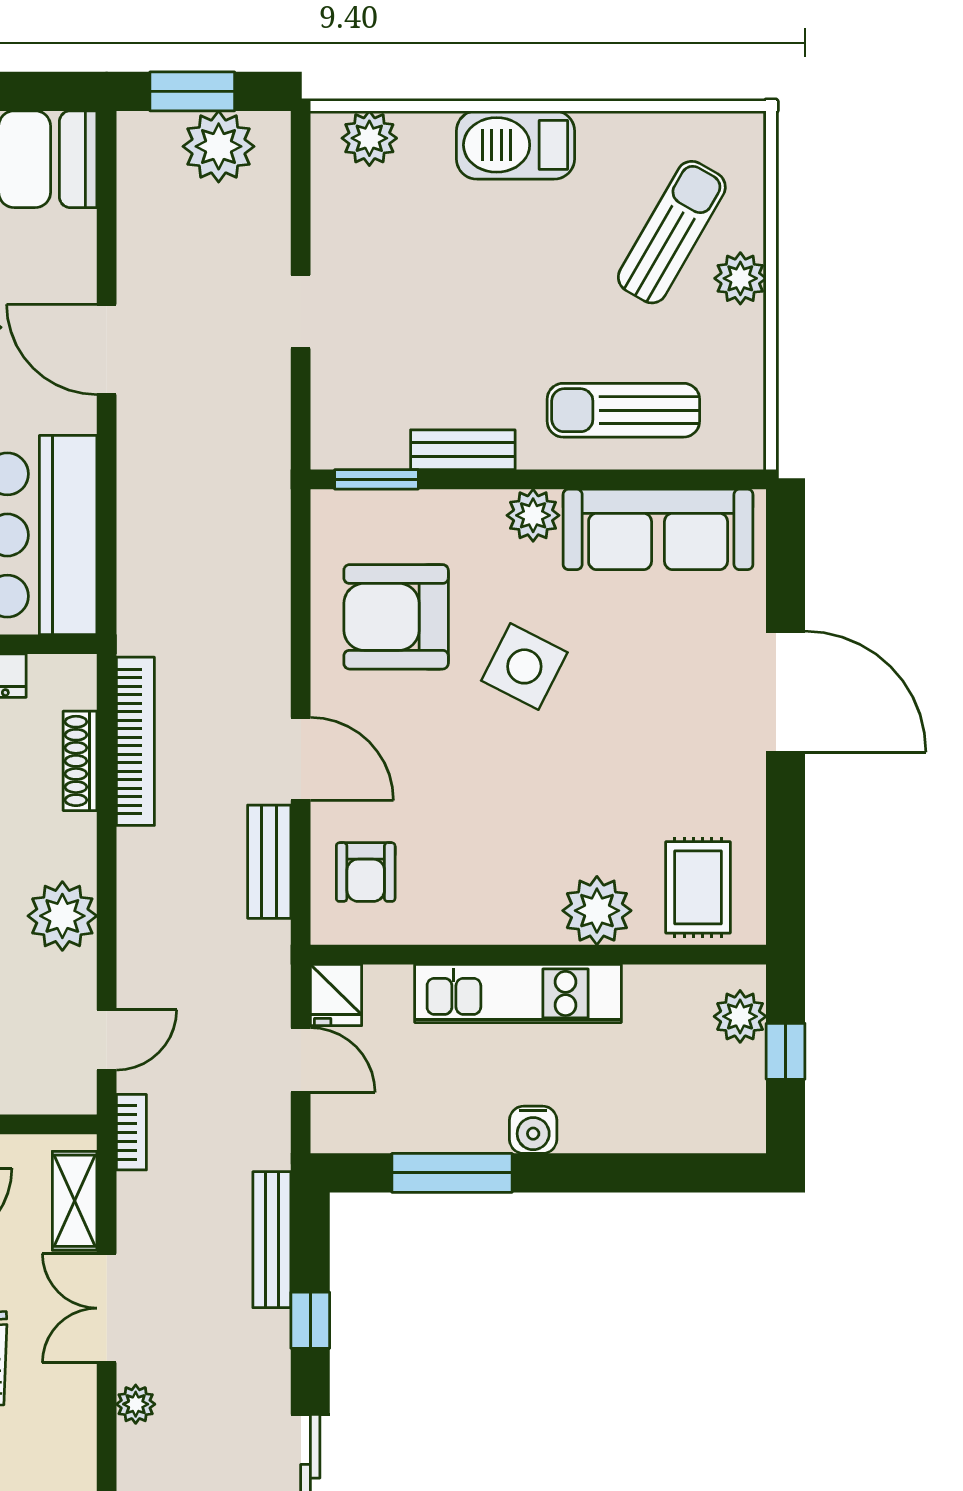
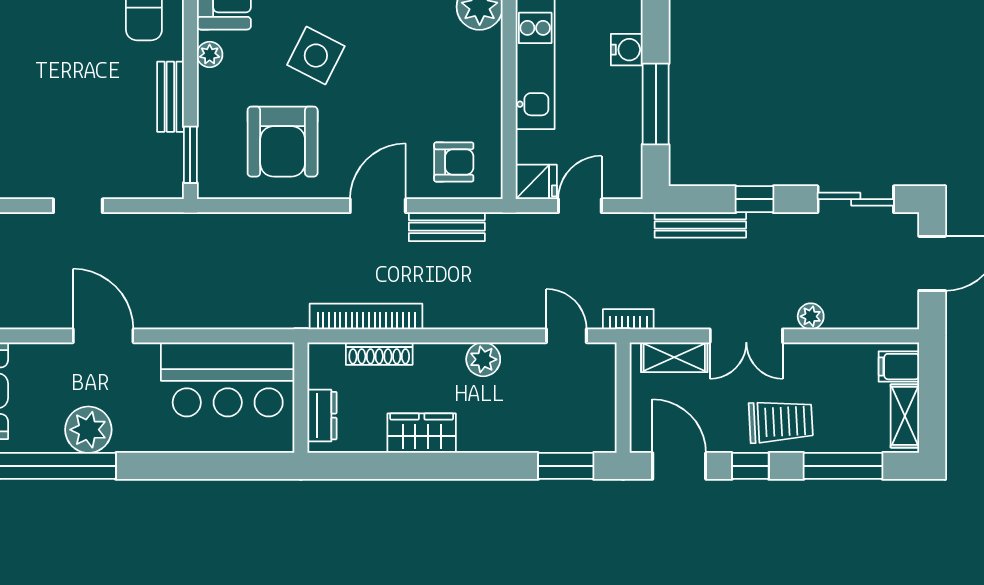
door: (107, 349) -> (103, 336), swing flipped
plant: (533, 515) -> (210, 55), width x0.73, depth x0.73
plant: (62, 916) -> (483, 359), width x0.73, depth x0.73

